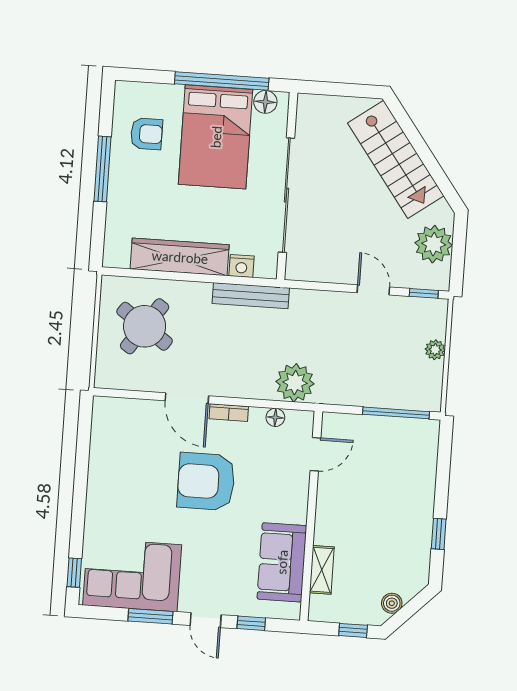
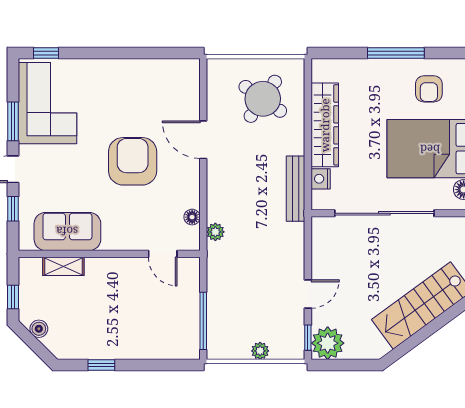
plant: (434, 244) -> (328, 343), moved
plant: (295, 383) -> (215, 232), width x0.53, depth x0.53
door: (187, 398) -> (203, 140), hinge flipped
bookcase: (229, 413) -> (193, 177), removed

